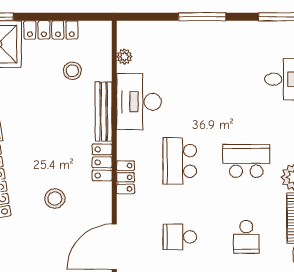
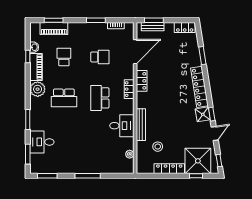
desk: (139, 102) -> (122, 126), width x0.73
school desk: (180, 161) -> (100, 98), turned 180
locker: (102, 162) -> (142, 81), moved
stool: (55, 199) -> (167, 78), removed

